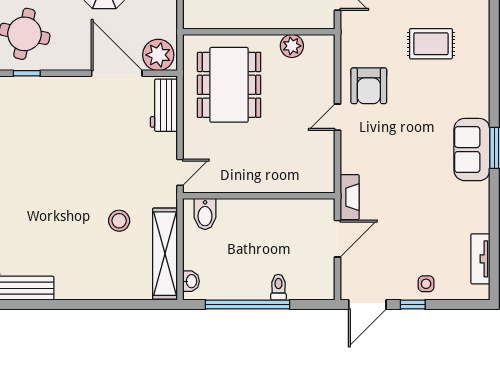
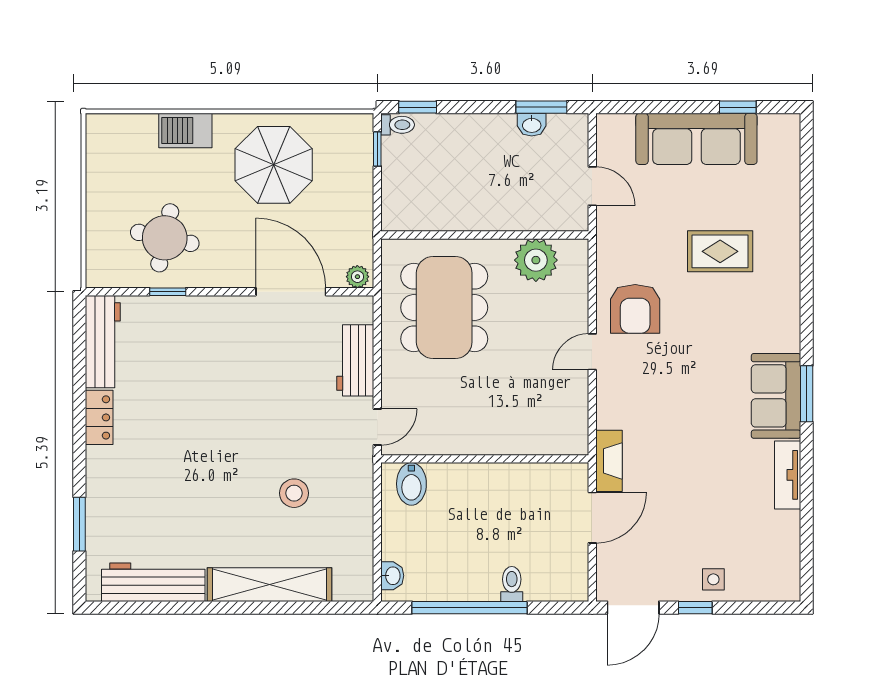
plant: (292, 46) -> (536, 260), width x1.36, depth x1.36
plant: (158, 55) -> (357, 277), width x0.53, depth x0.53
workbench: (164, 105) -> (355, 360), moved
shelving: (165, 254) -> (269, 585), moved, turned 90
tv unit: (480, 259) -> (788, 475), moved

